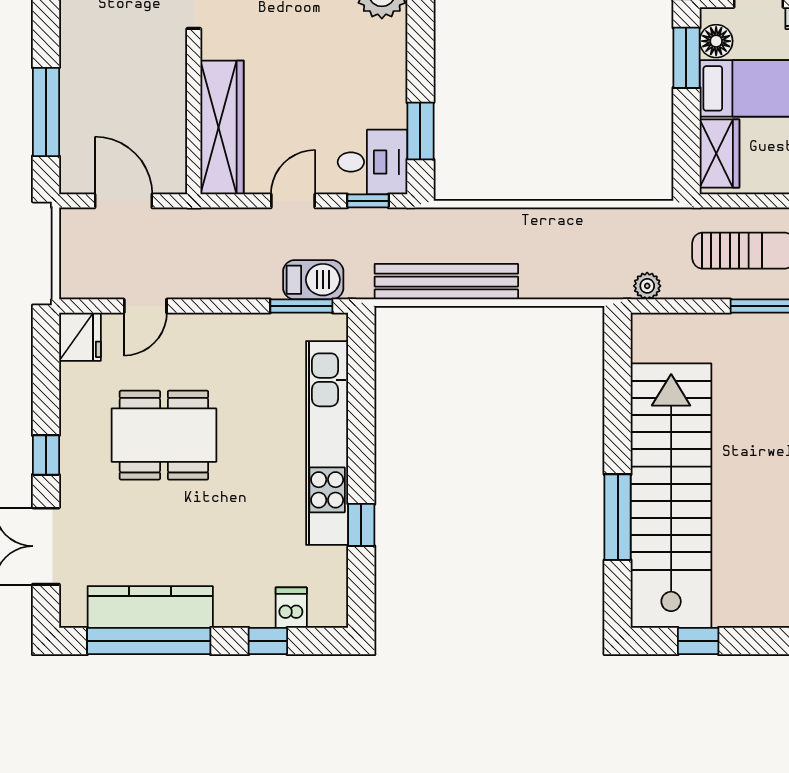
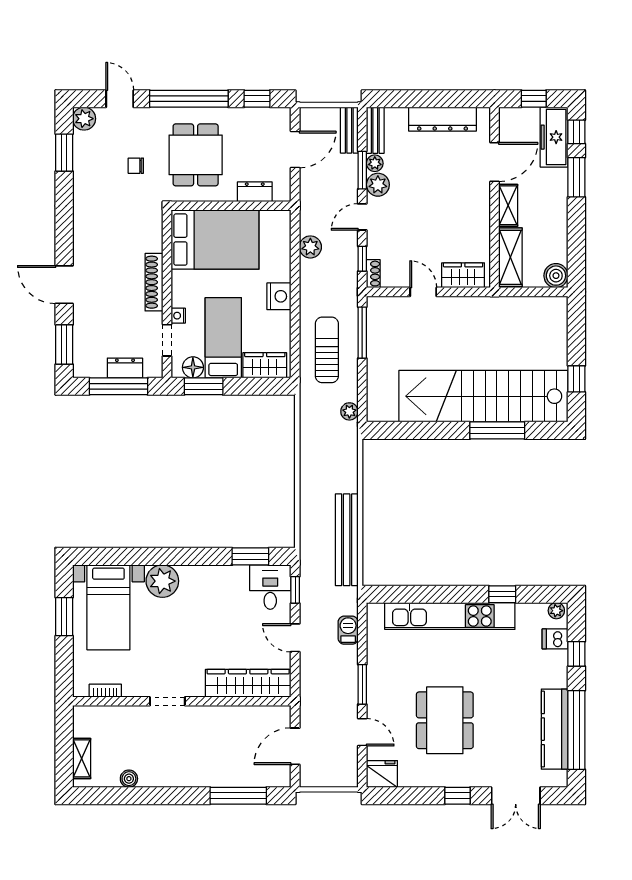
barbecue: (313, 280) -> (348, 630), width x0.73, depth x0.79
window: (301, 306) -> (362, 684), moved
plant: (335, 610) -> (556, 611), added

